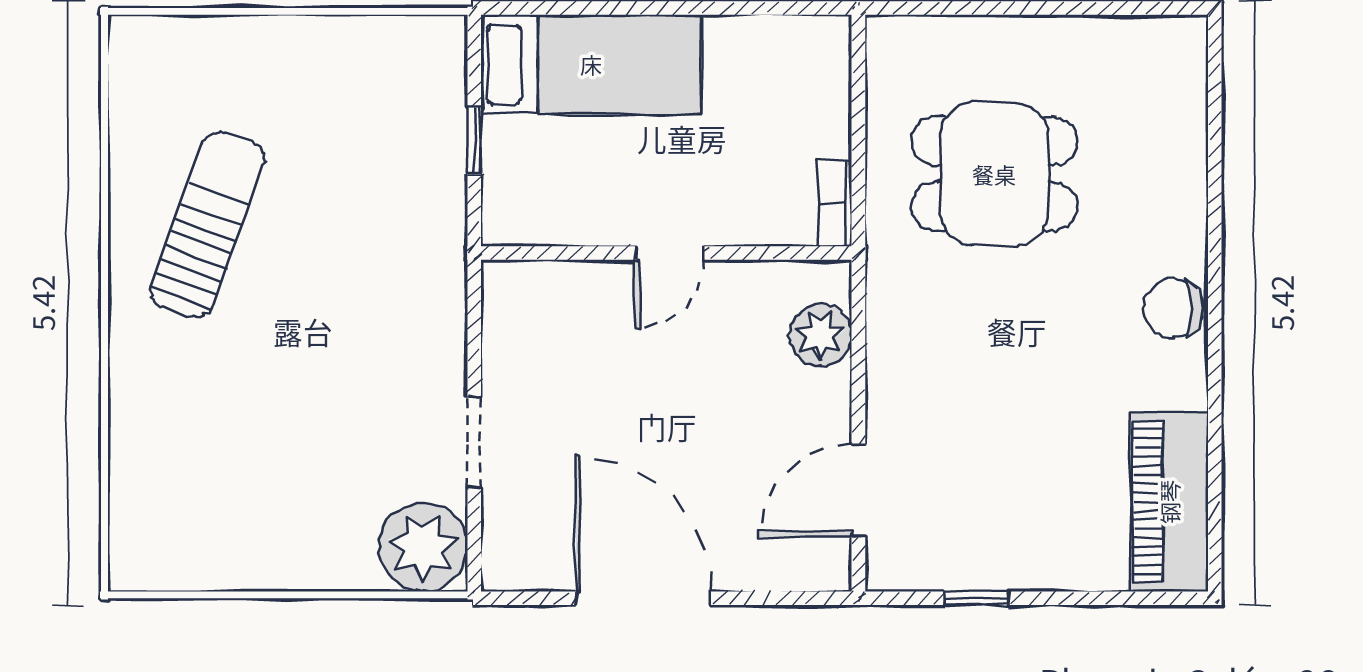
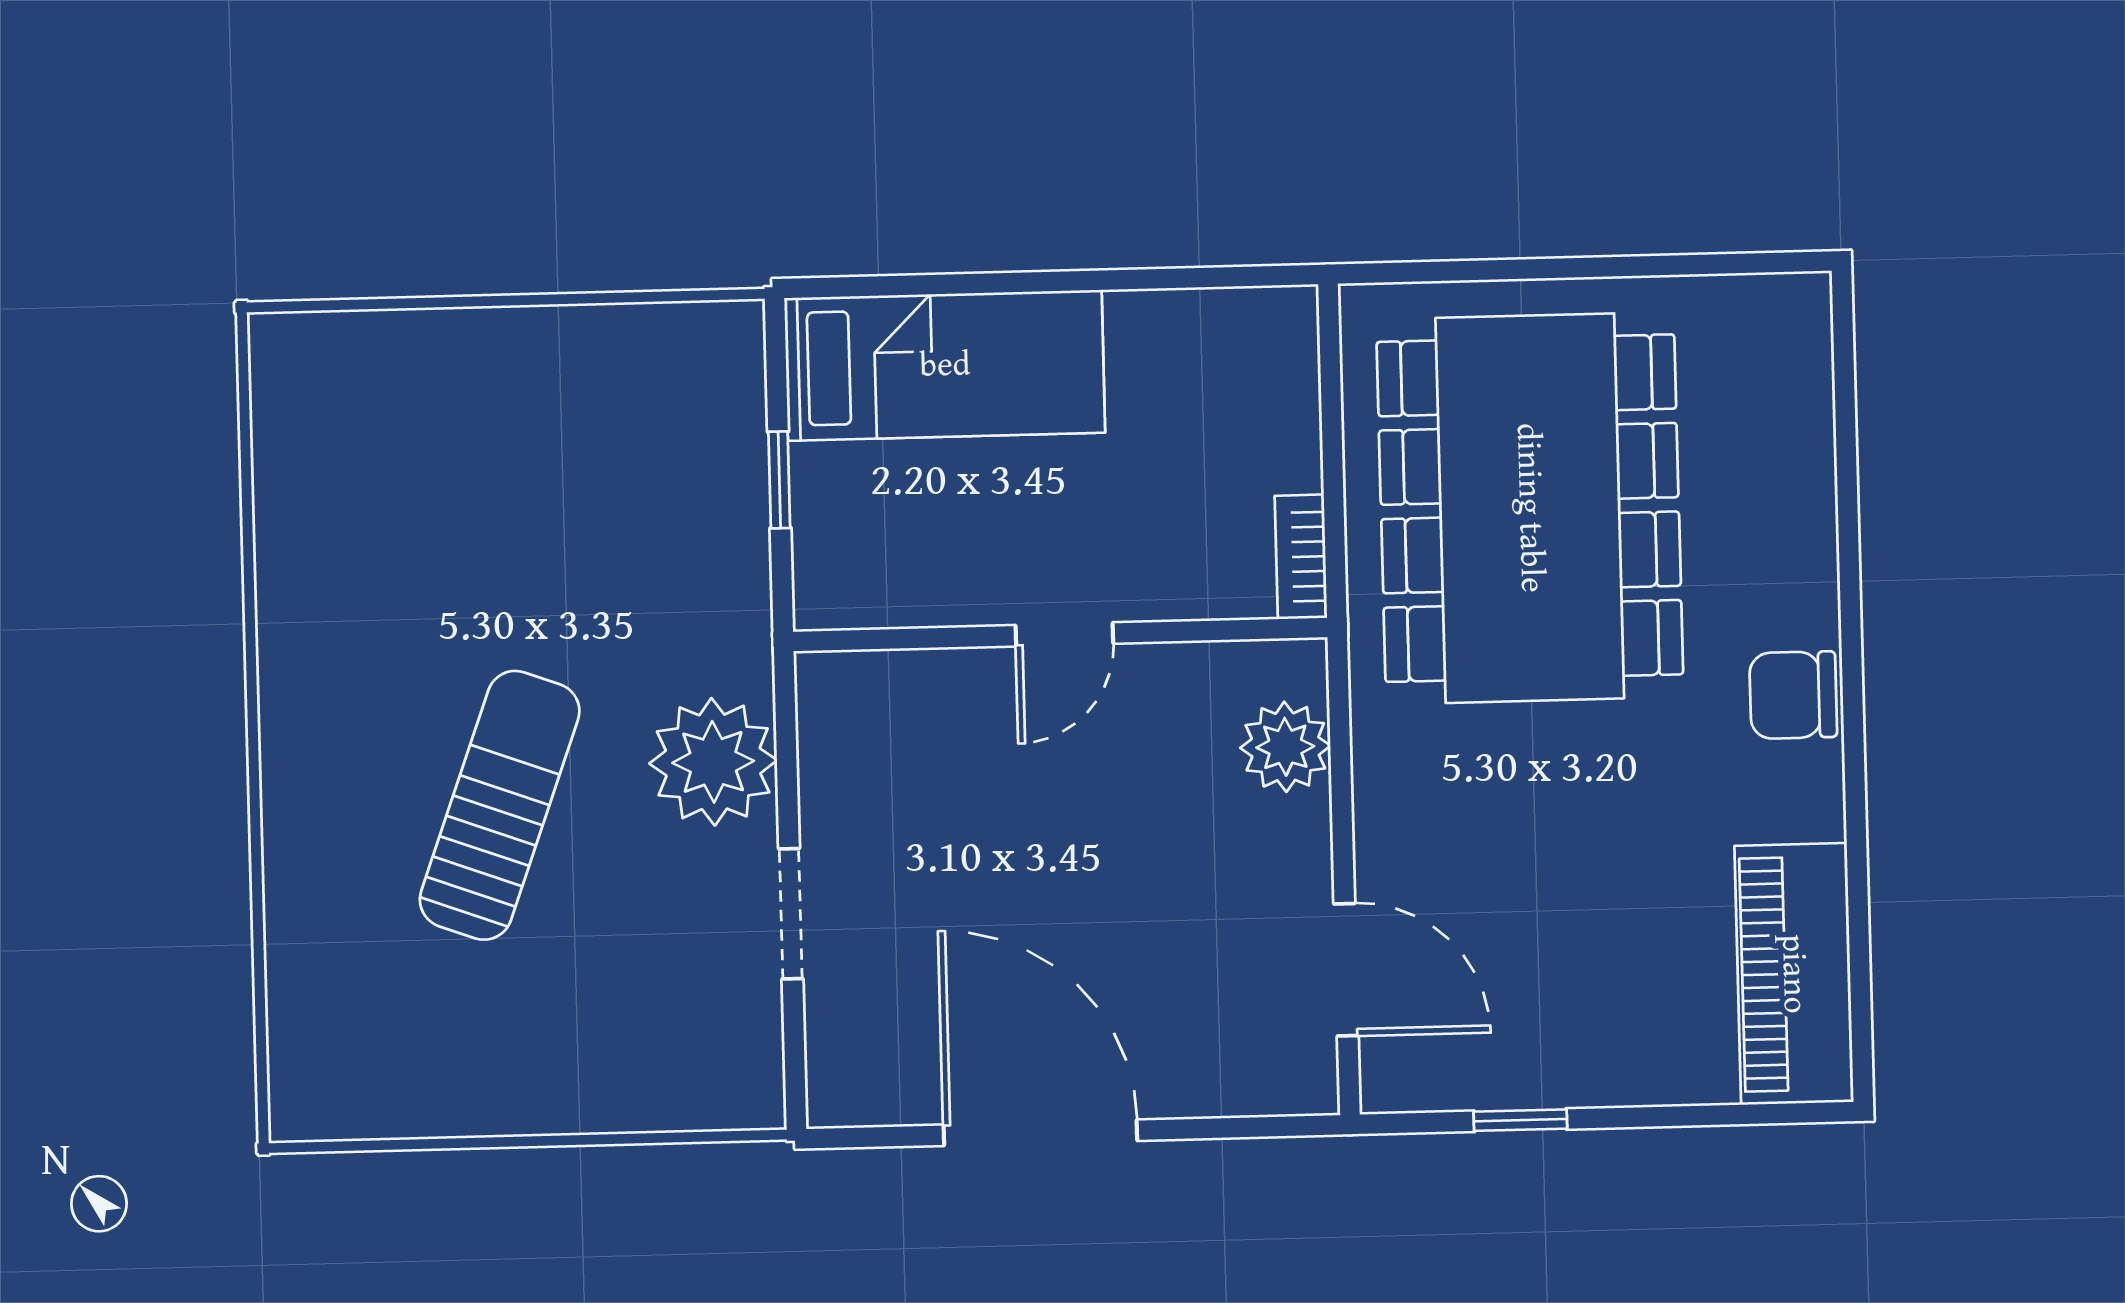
dining table: (994, 174) -> (1530, 508), width x1.88, depth x1.24
sun lounger: (207, 225) -> (500, 805), moved
door: (858, 491) -> (1346, 970), swing flipped
plant: (423, 547) -> (713, 762), moved

